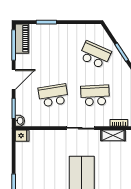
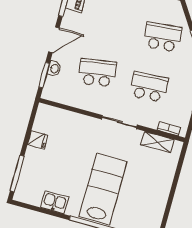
school desk: (95, 55) -> (163, 37), turned -30
washbasin: (20, 121) -> (54, 69), moved
fridge: (22, 136) -> (38, 140), moved

